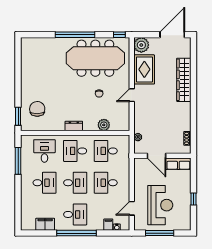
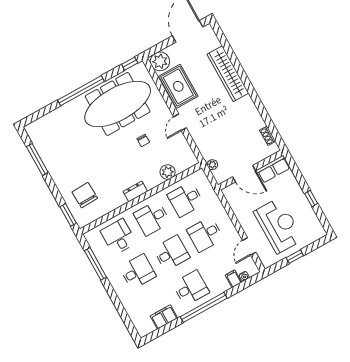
window: (18, 66) -> (37, 160), added
window: (160, 233) -> (295, 257), width x0.46

